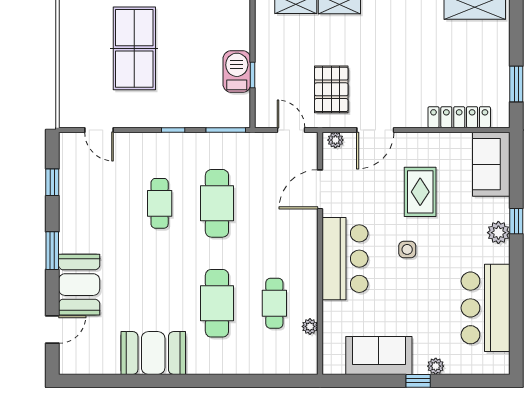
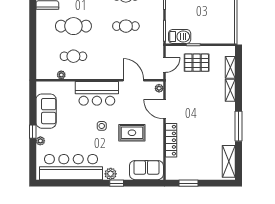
barbecue: (237, 71) -> (180, 37), moved
pallet: (331, 89) -> (197, 63), moved
locker: (459, 117) -> (171, 140), moved
cafe table: (217, 203) -> (126, 26), width x0.73, depth x0.74
bar counter: (486, 308) -> (71, 167), width x1.36

